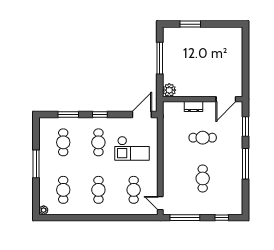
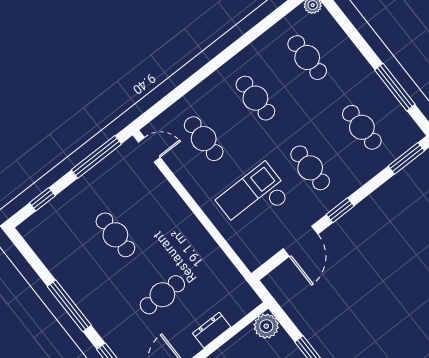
window: (68, 115) -> (406, 158), moved
door: (142, 115) -> (300, 241), moved
window: (36, 164) -> (395, 87), moved

